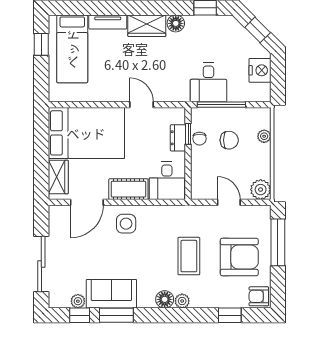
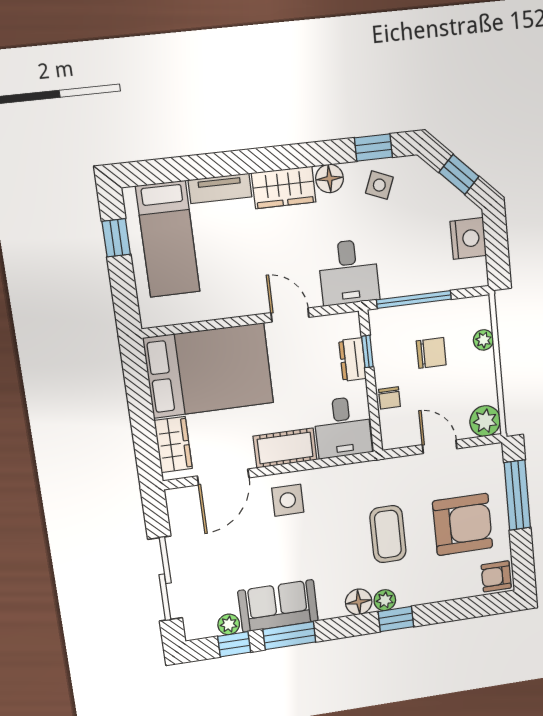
side table: (207, 31) -> (379, 185), added
desk: (208, 82) -> (349, 272), moved
chair: (199, 139) -> (389, 398), moved
window: (230, 315) -> (396, 619), moved

